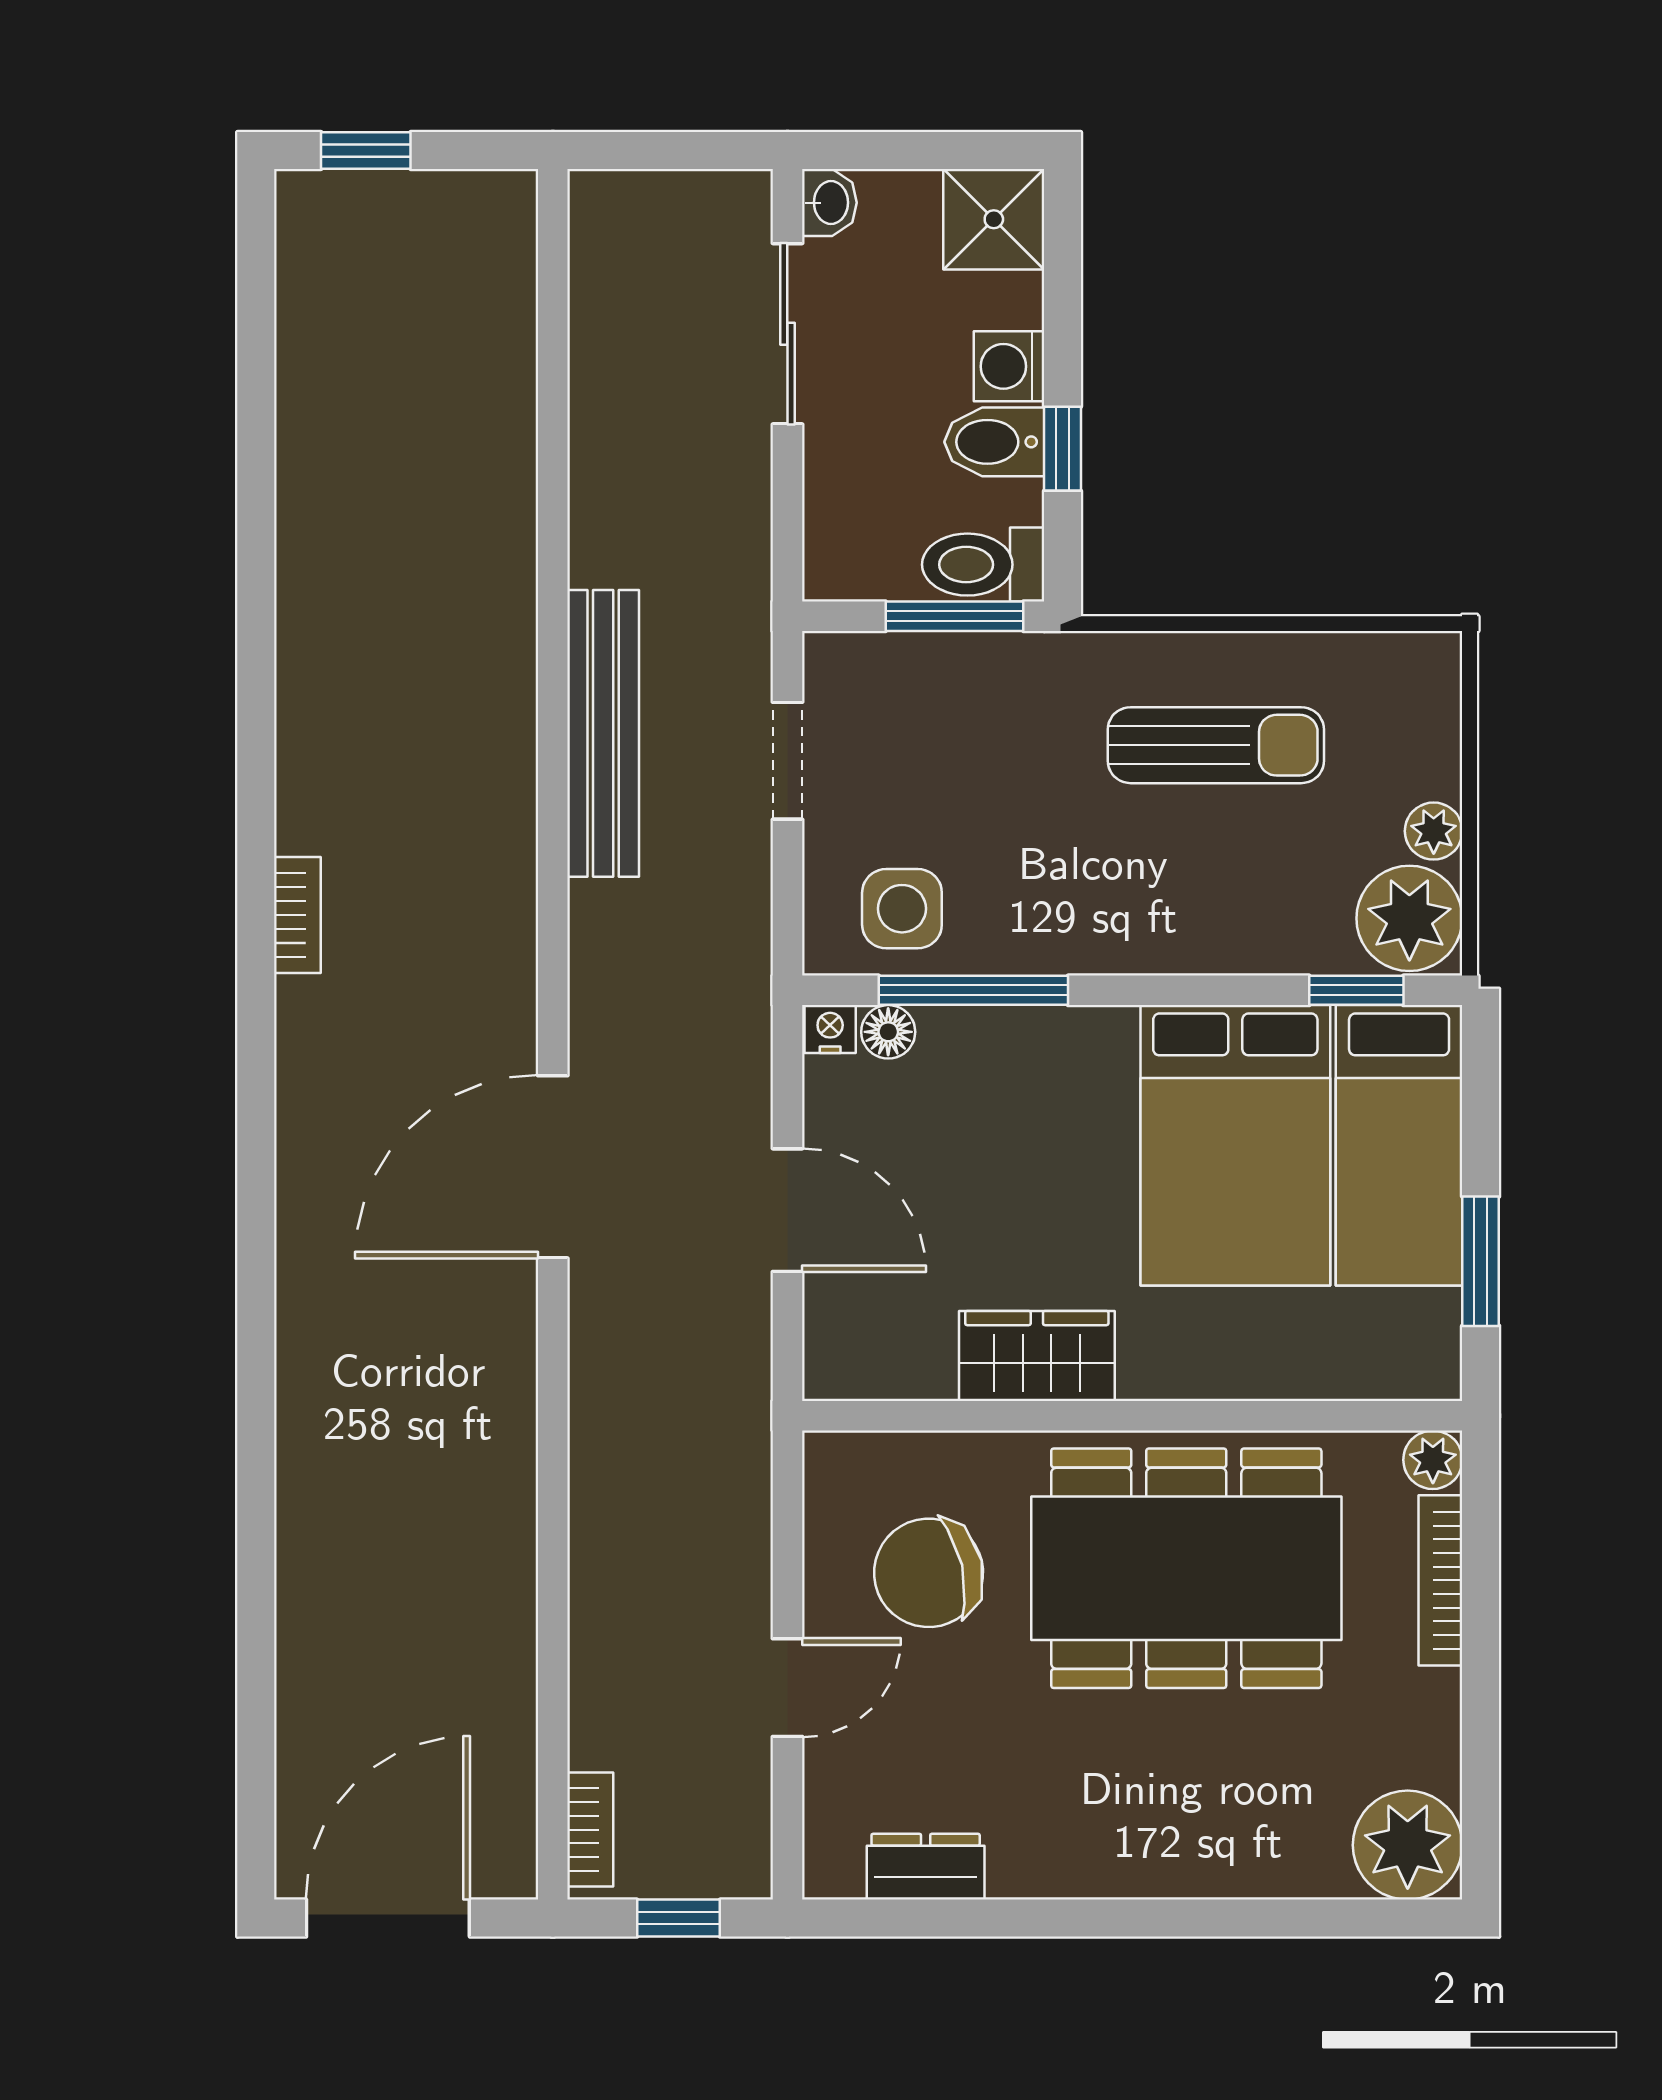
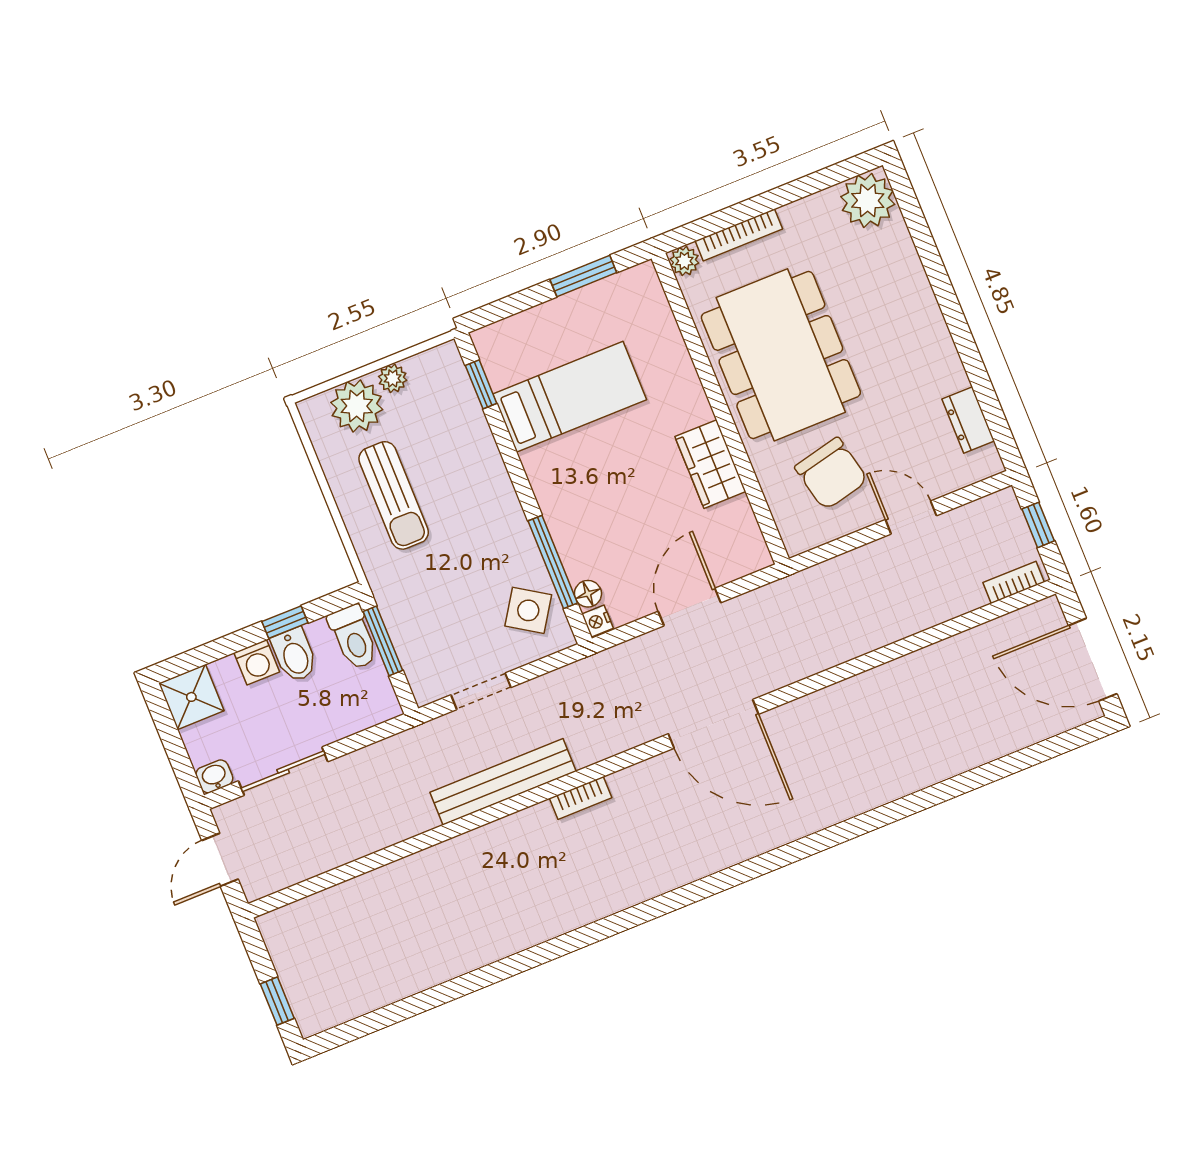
door: (670, 151) -> (220, 860), added
sun lounger: (1216, 745) -> (394, 495), turned 180
side table: (902, 909) -> (528, 610), turned 33
bookcase: (297, 915) -> (581, 798), moved, turned 180
plant: (1409, 918) -> (357, 406), moved
bed: (1235, 1145) -> (570, 397), width x0.67
bed: (1399, 1145) -> (545, 336), removed

